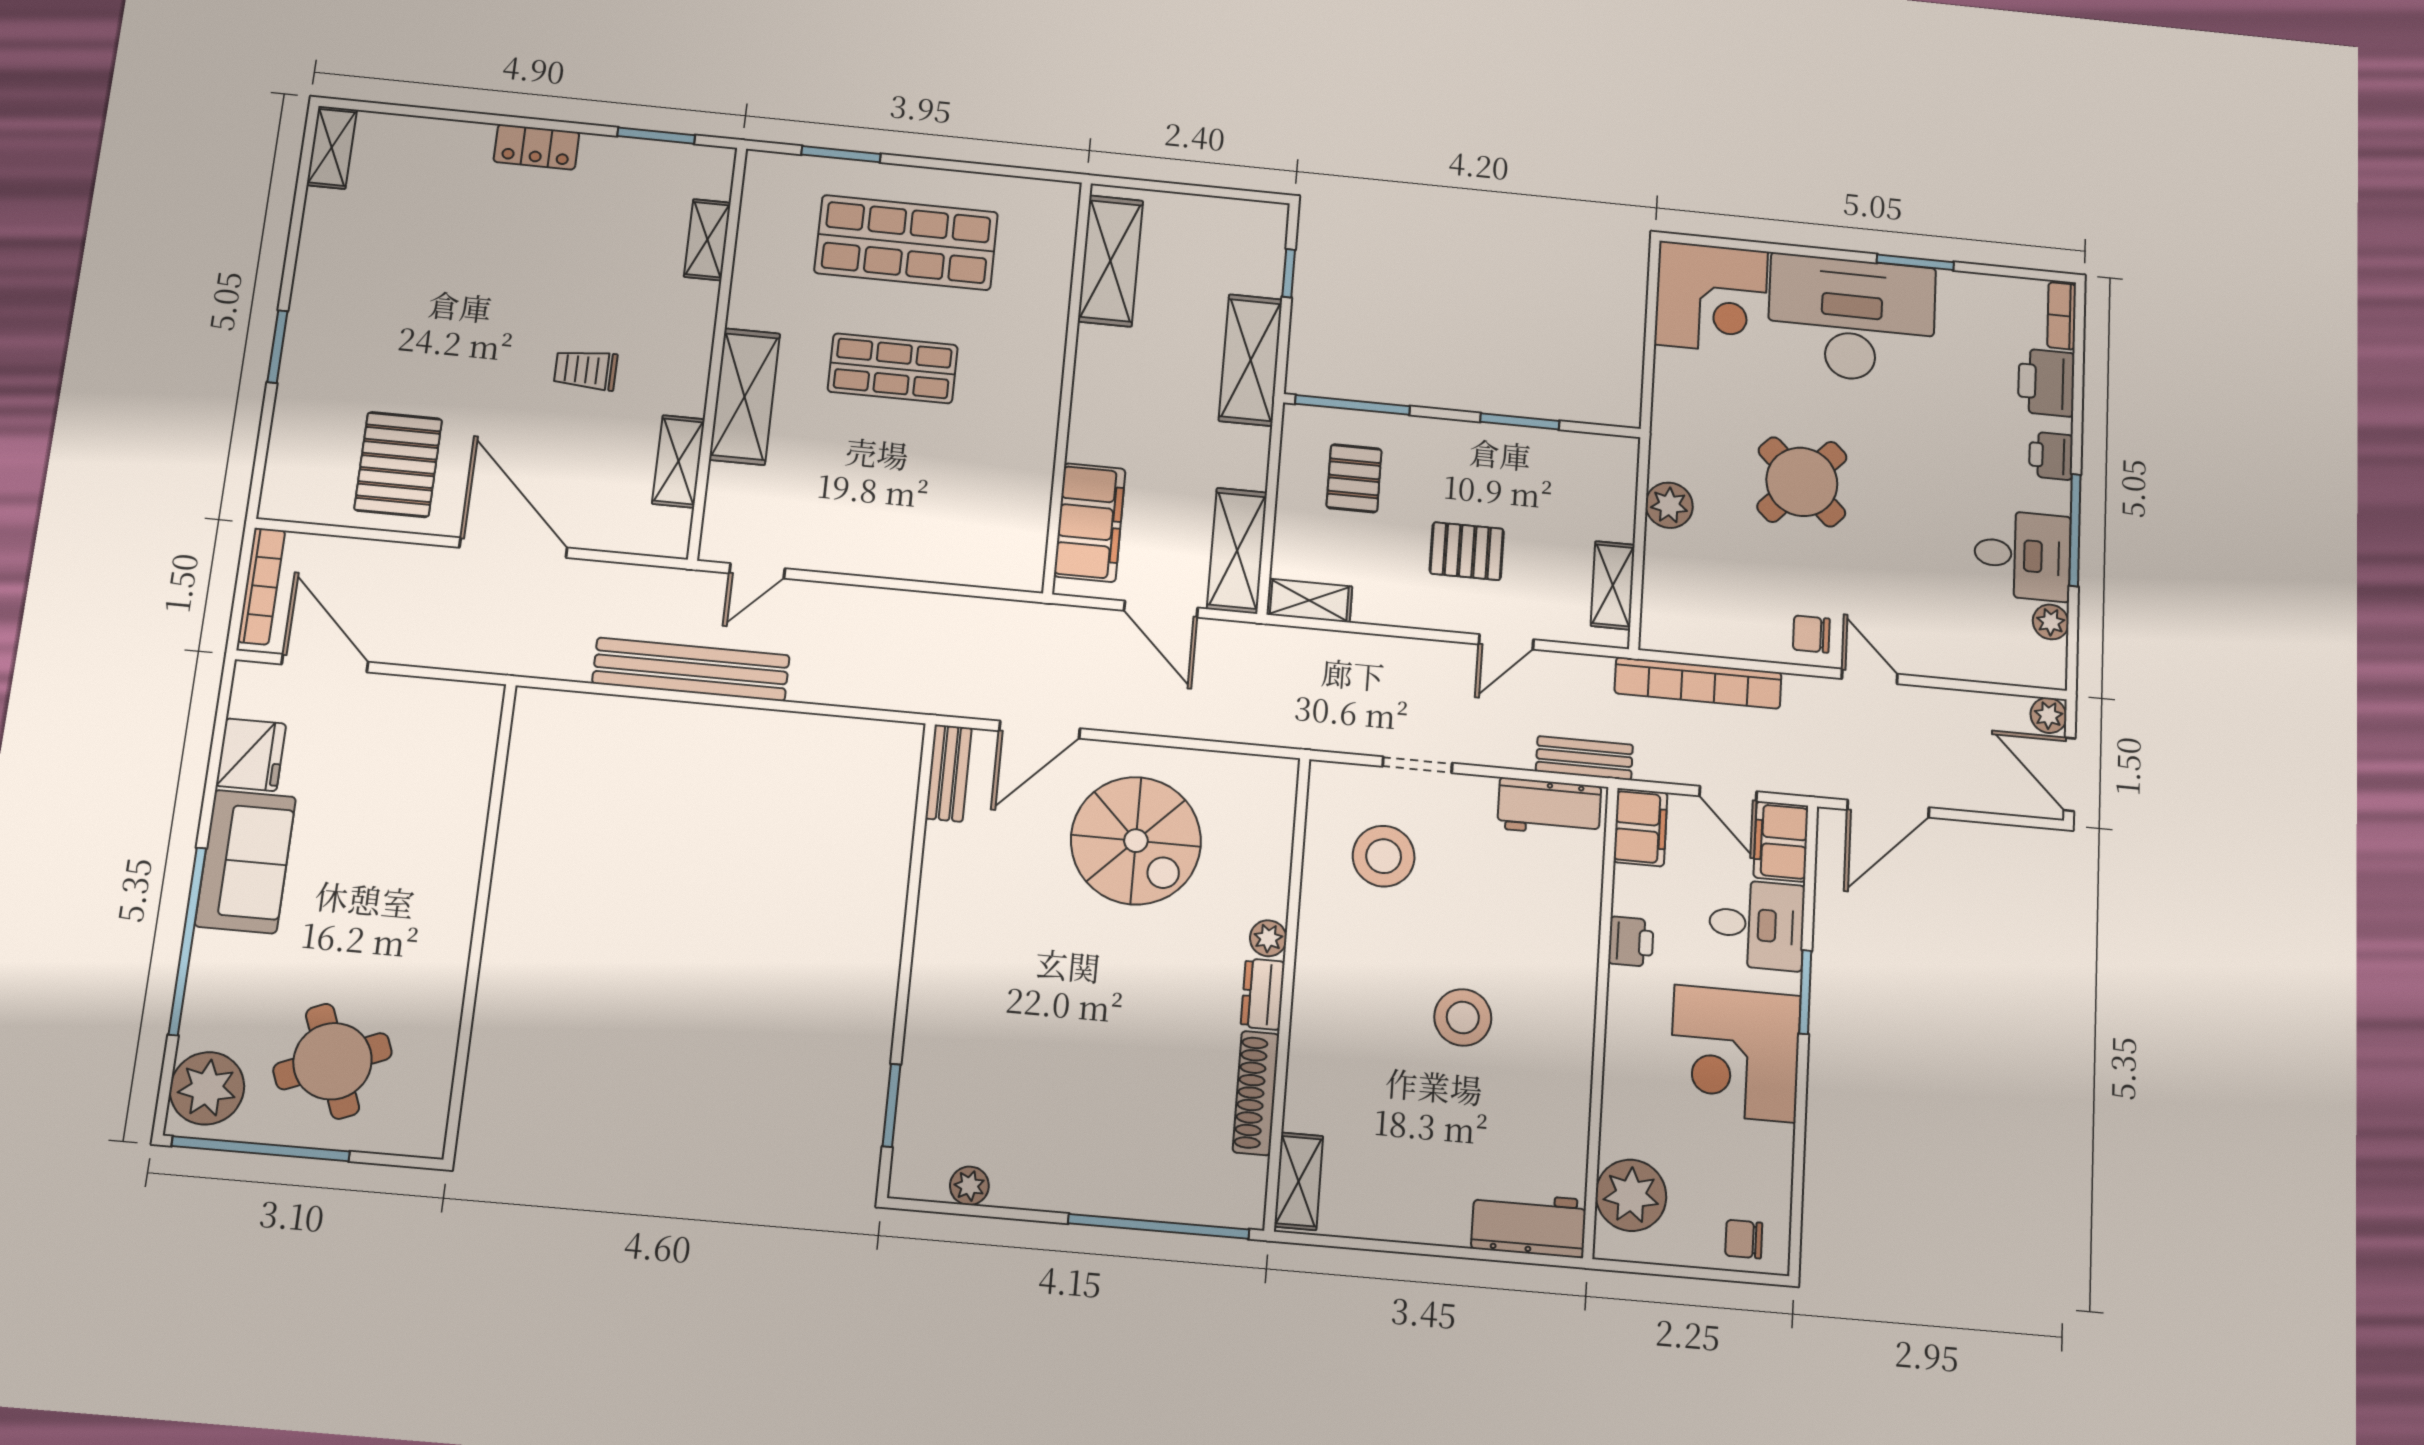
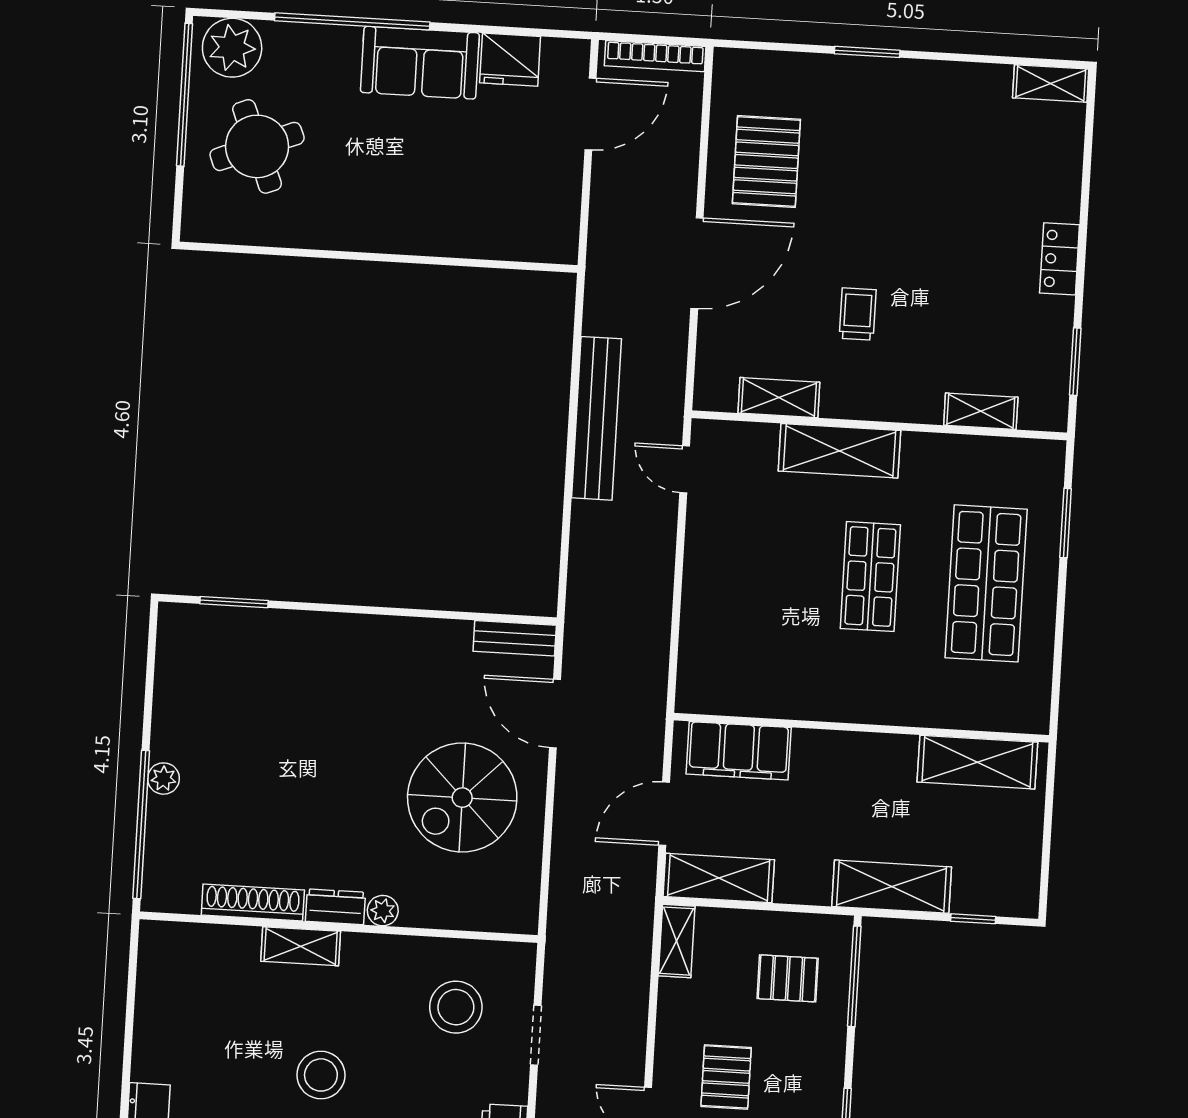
pallet: (398, 464) -> (766, 162), turned 90
shelving: (1299, 1181) -> (301, 946), moved
plant: (969, 1186) -> (163, 779), moved

